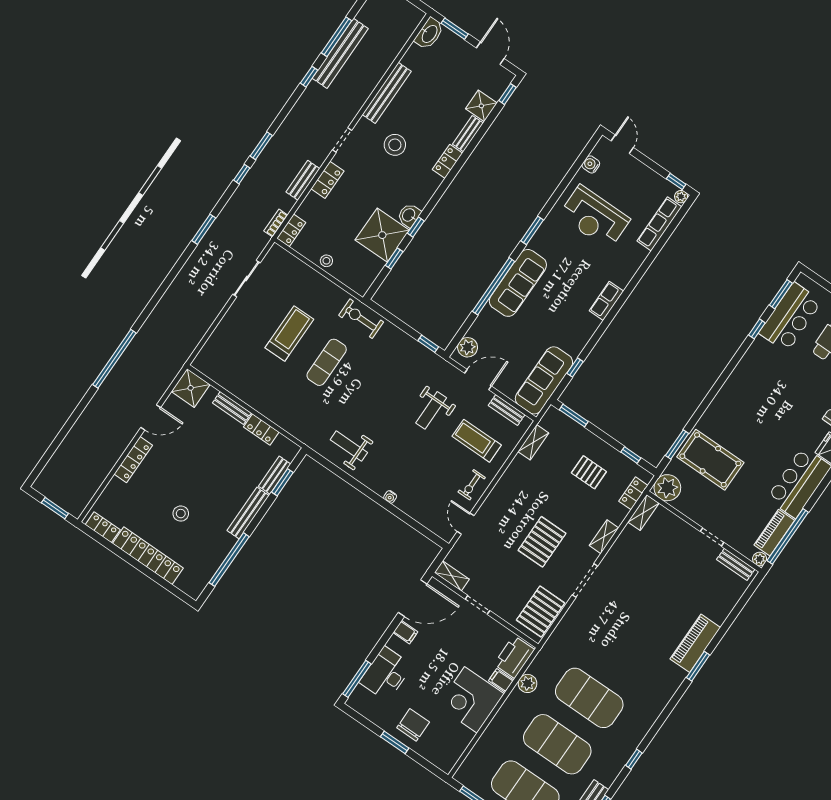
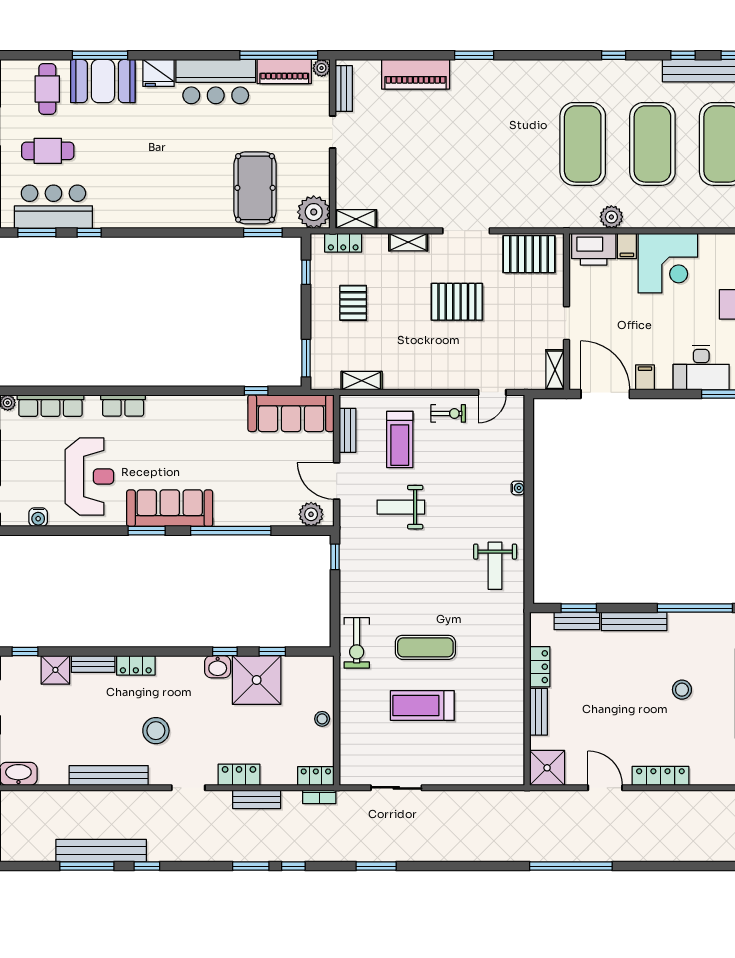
sofa: (518, 283) -> (170, 508), moved
row of seats: (606, 301) -> (123, 405), moved
weight bench: (431, 410) -> (401, 507), turned 180
piano: (695, 643) -> (416, 74), moved

